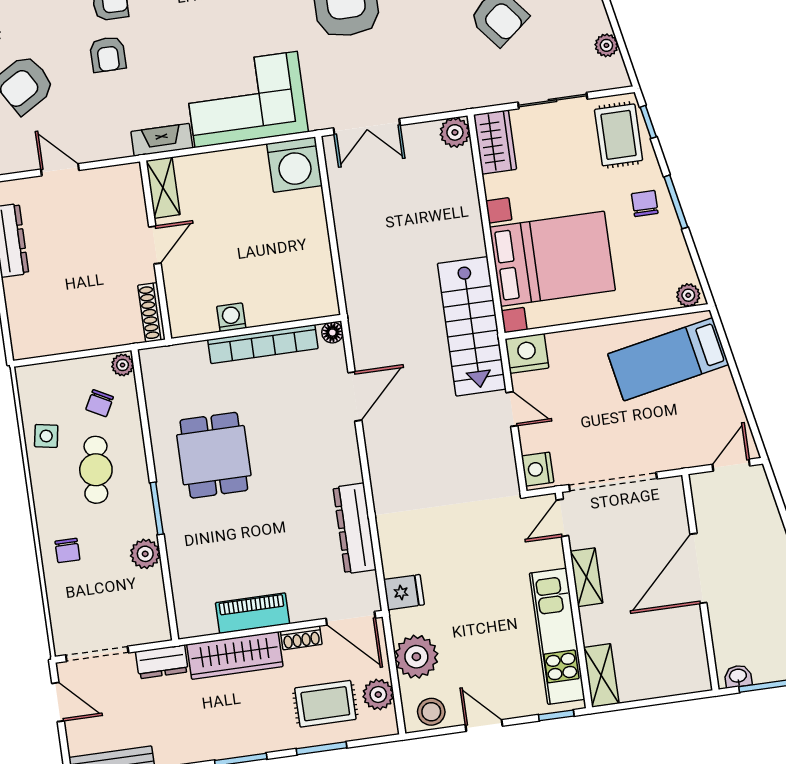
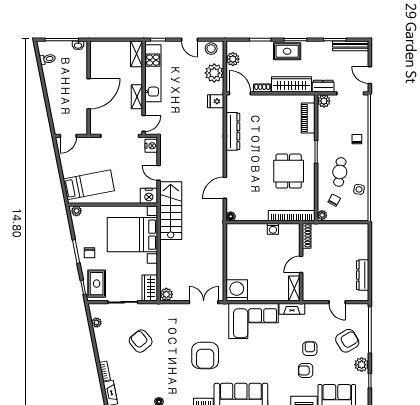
bookcase: (263, 344) -> (292, 216), moved
plant: (145, 554) -> (324, 101), moved
piano: (253, 613) -> (308, 118), moved, turned 90
rug: (325, 704) -> (287, 51), moved

